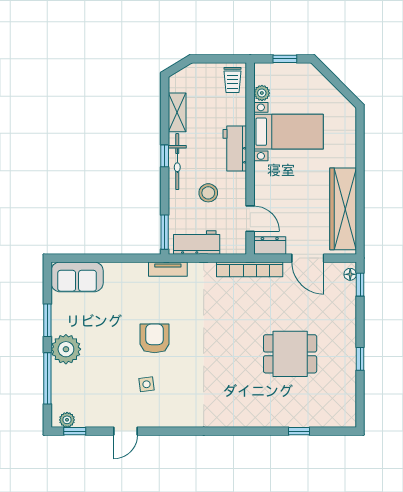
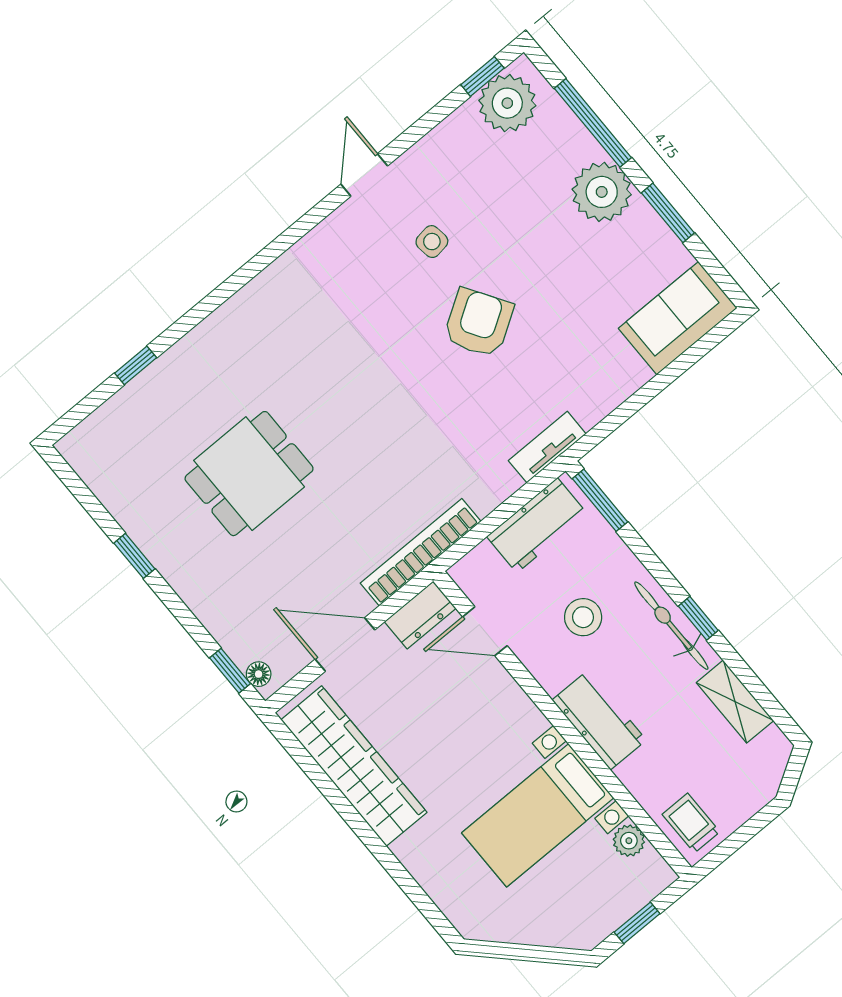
armchair: (155, 338) -> (479, 323), turned -122
plant: (67, 420) -> (507, 103), width x1.88, depth x1.88
door: (126, 431) -> (364, 175), moved

